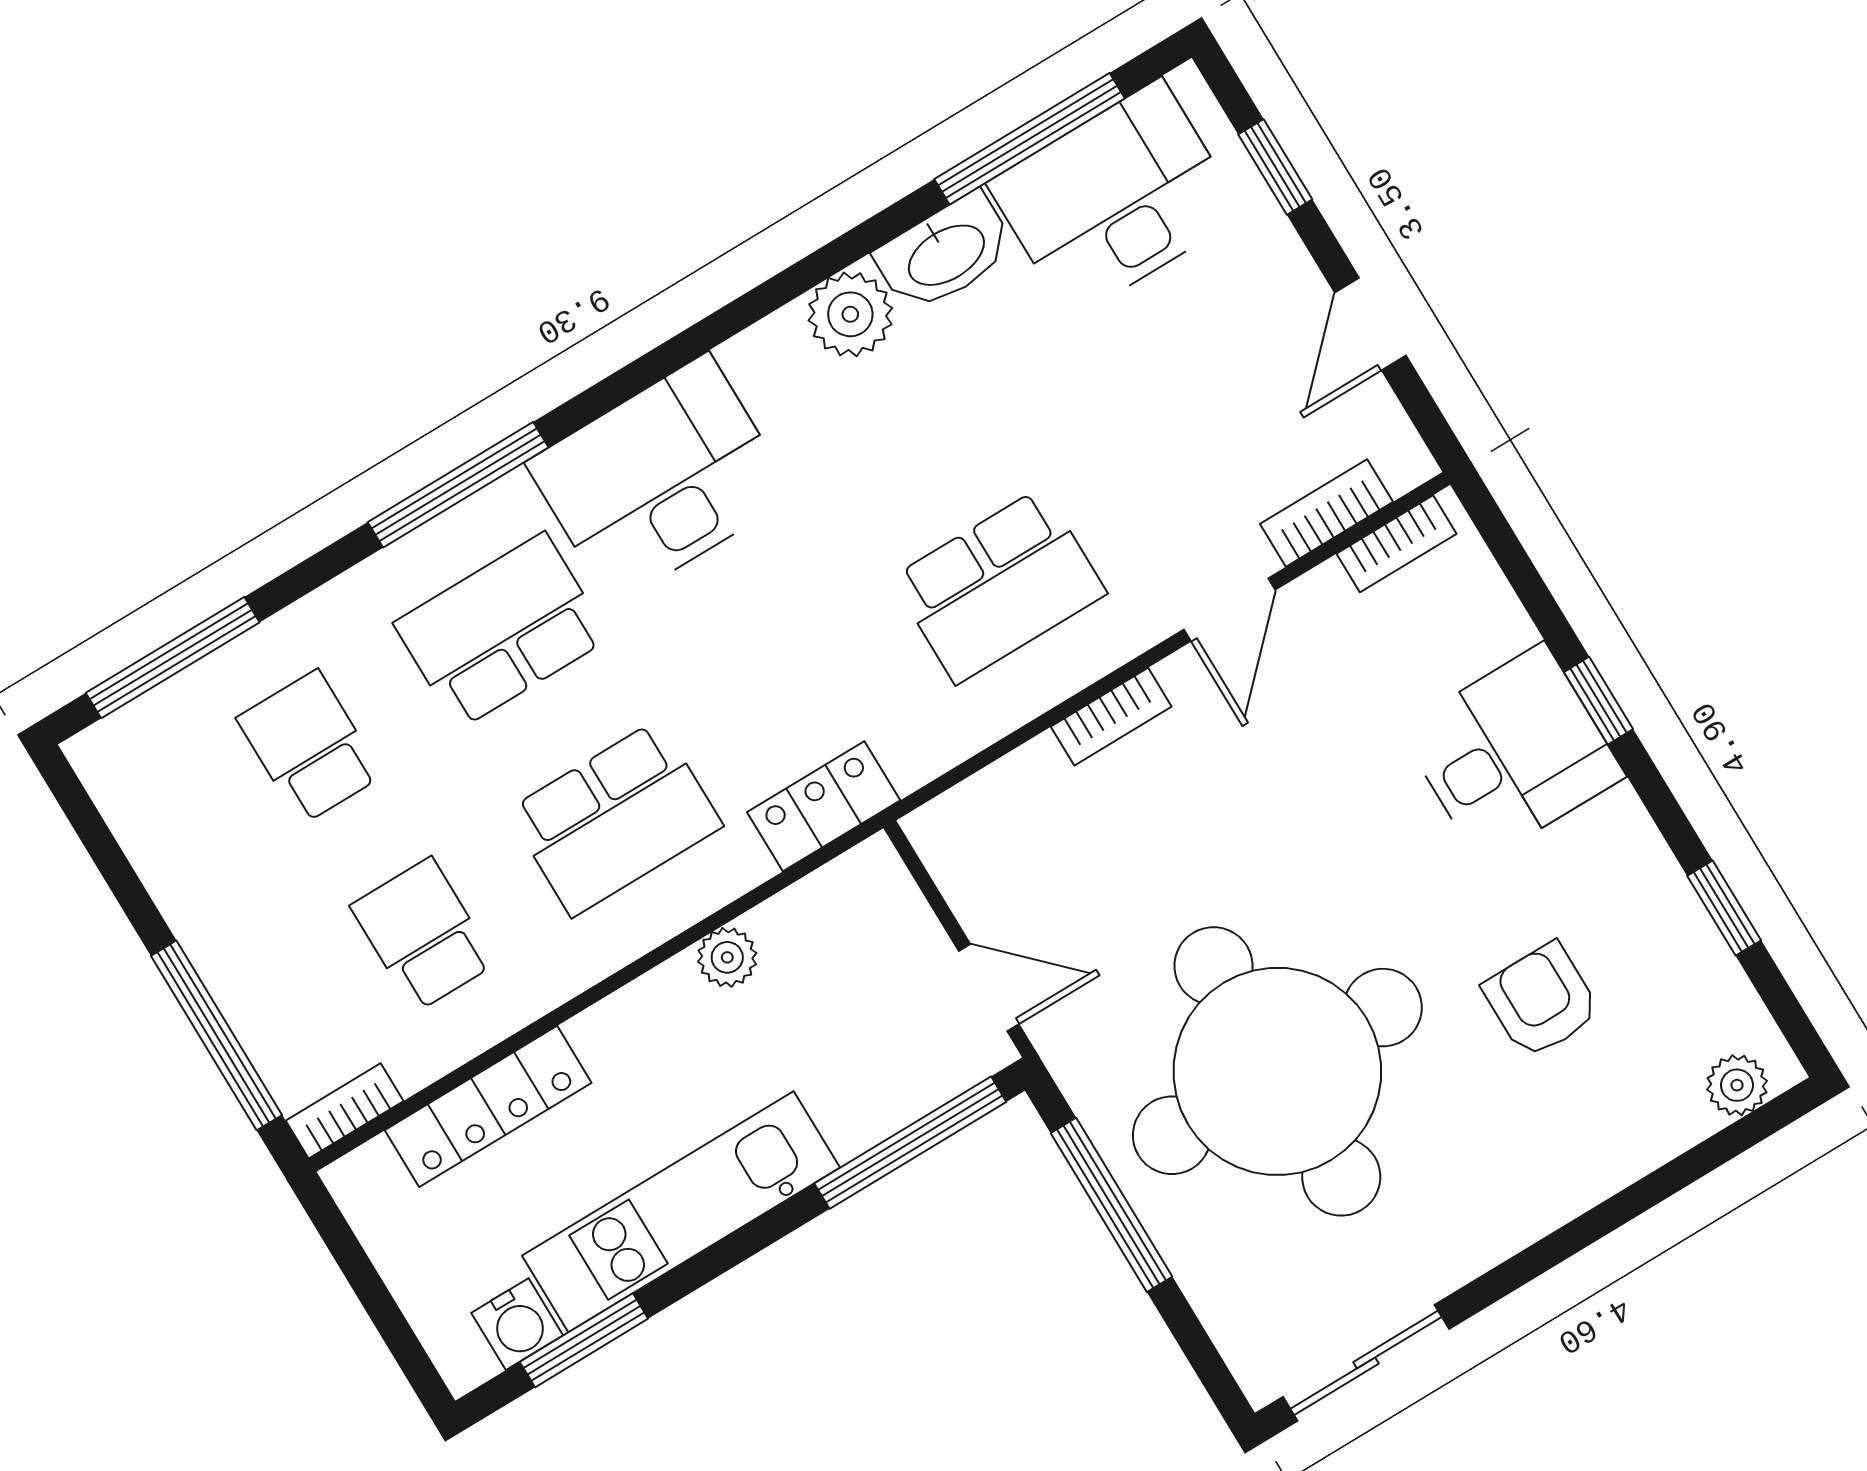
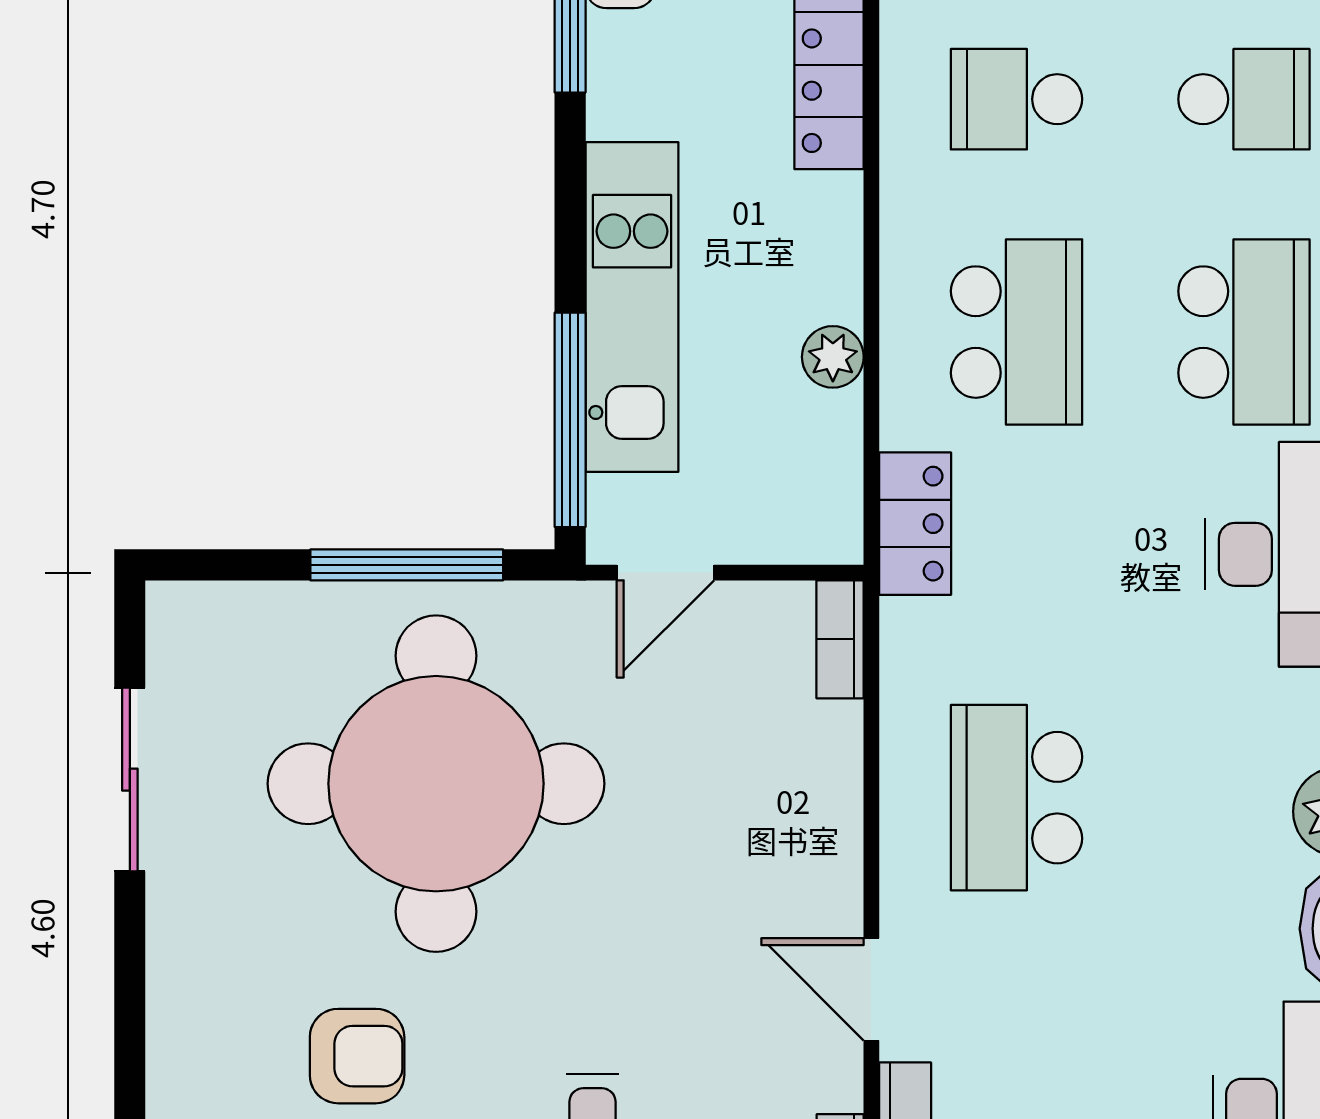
bookcase: (1111, 717) -> (840, 639), moved
school desk: (615, 818) -> (1016, 332), turned 180
school desk: (423, 935) -> (1016, 99), turned 180
kitchen unit: (681, 1212) -> (632, 307), moved
sliding door: (1366, 1363) -> (130, 780), moved

